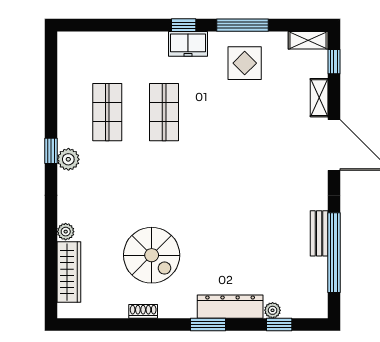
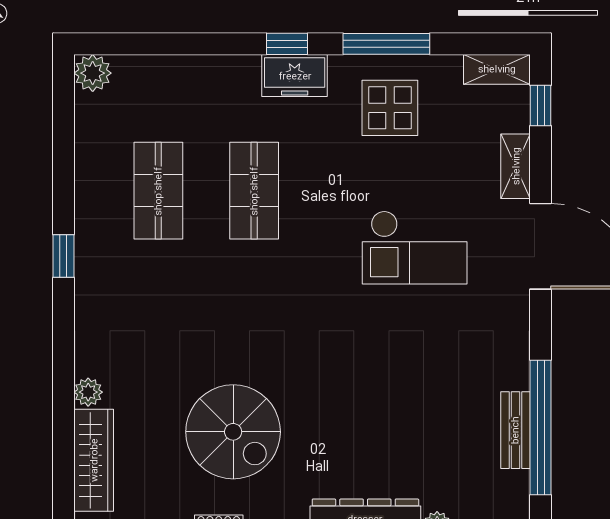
checkout: (259, 146) -> (415, 247), added
plant: (68, 159) -> (93, 73), moved
bench: (319, 233) -> (515, 430), moved

